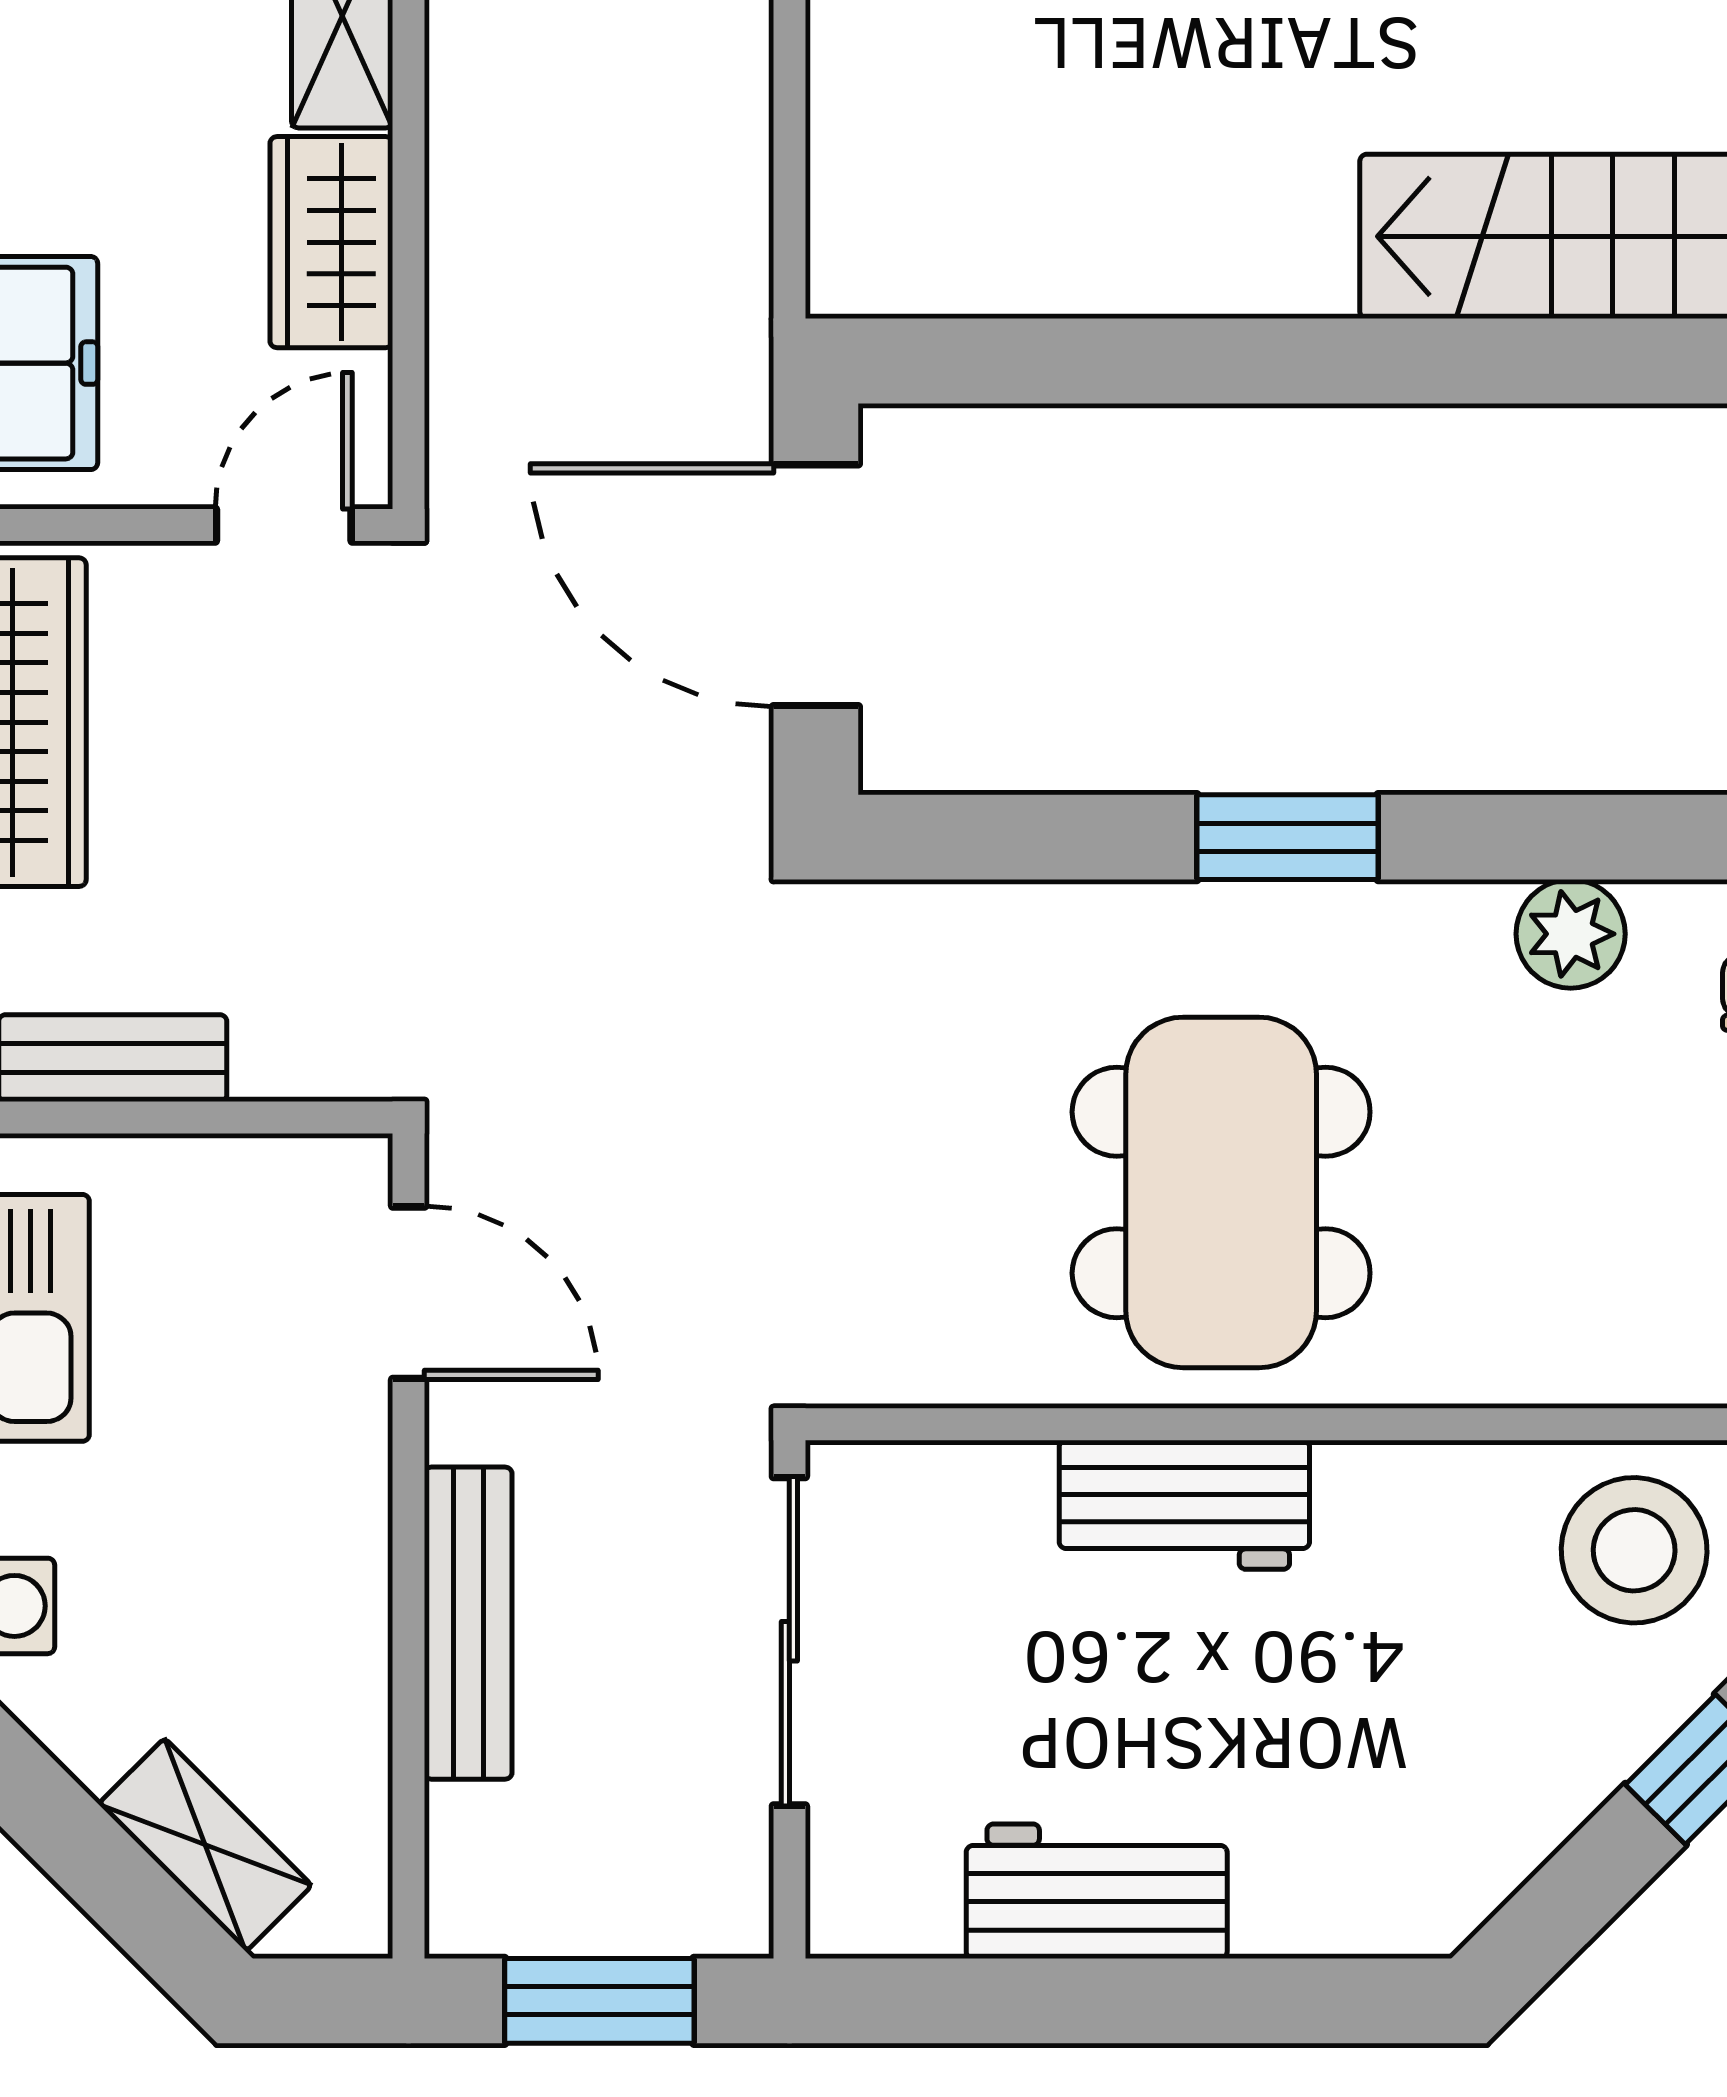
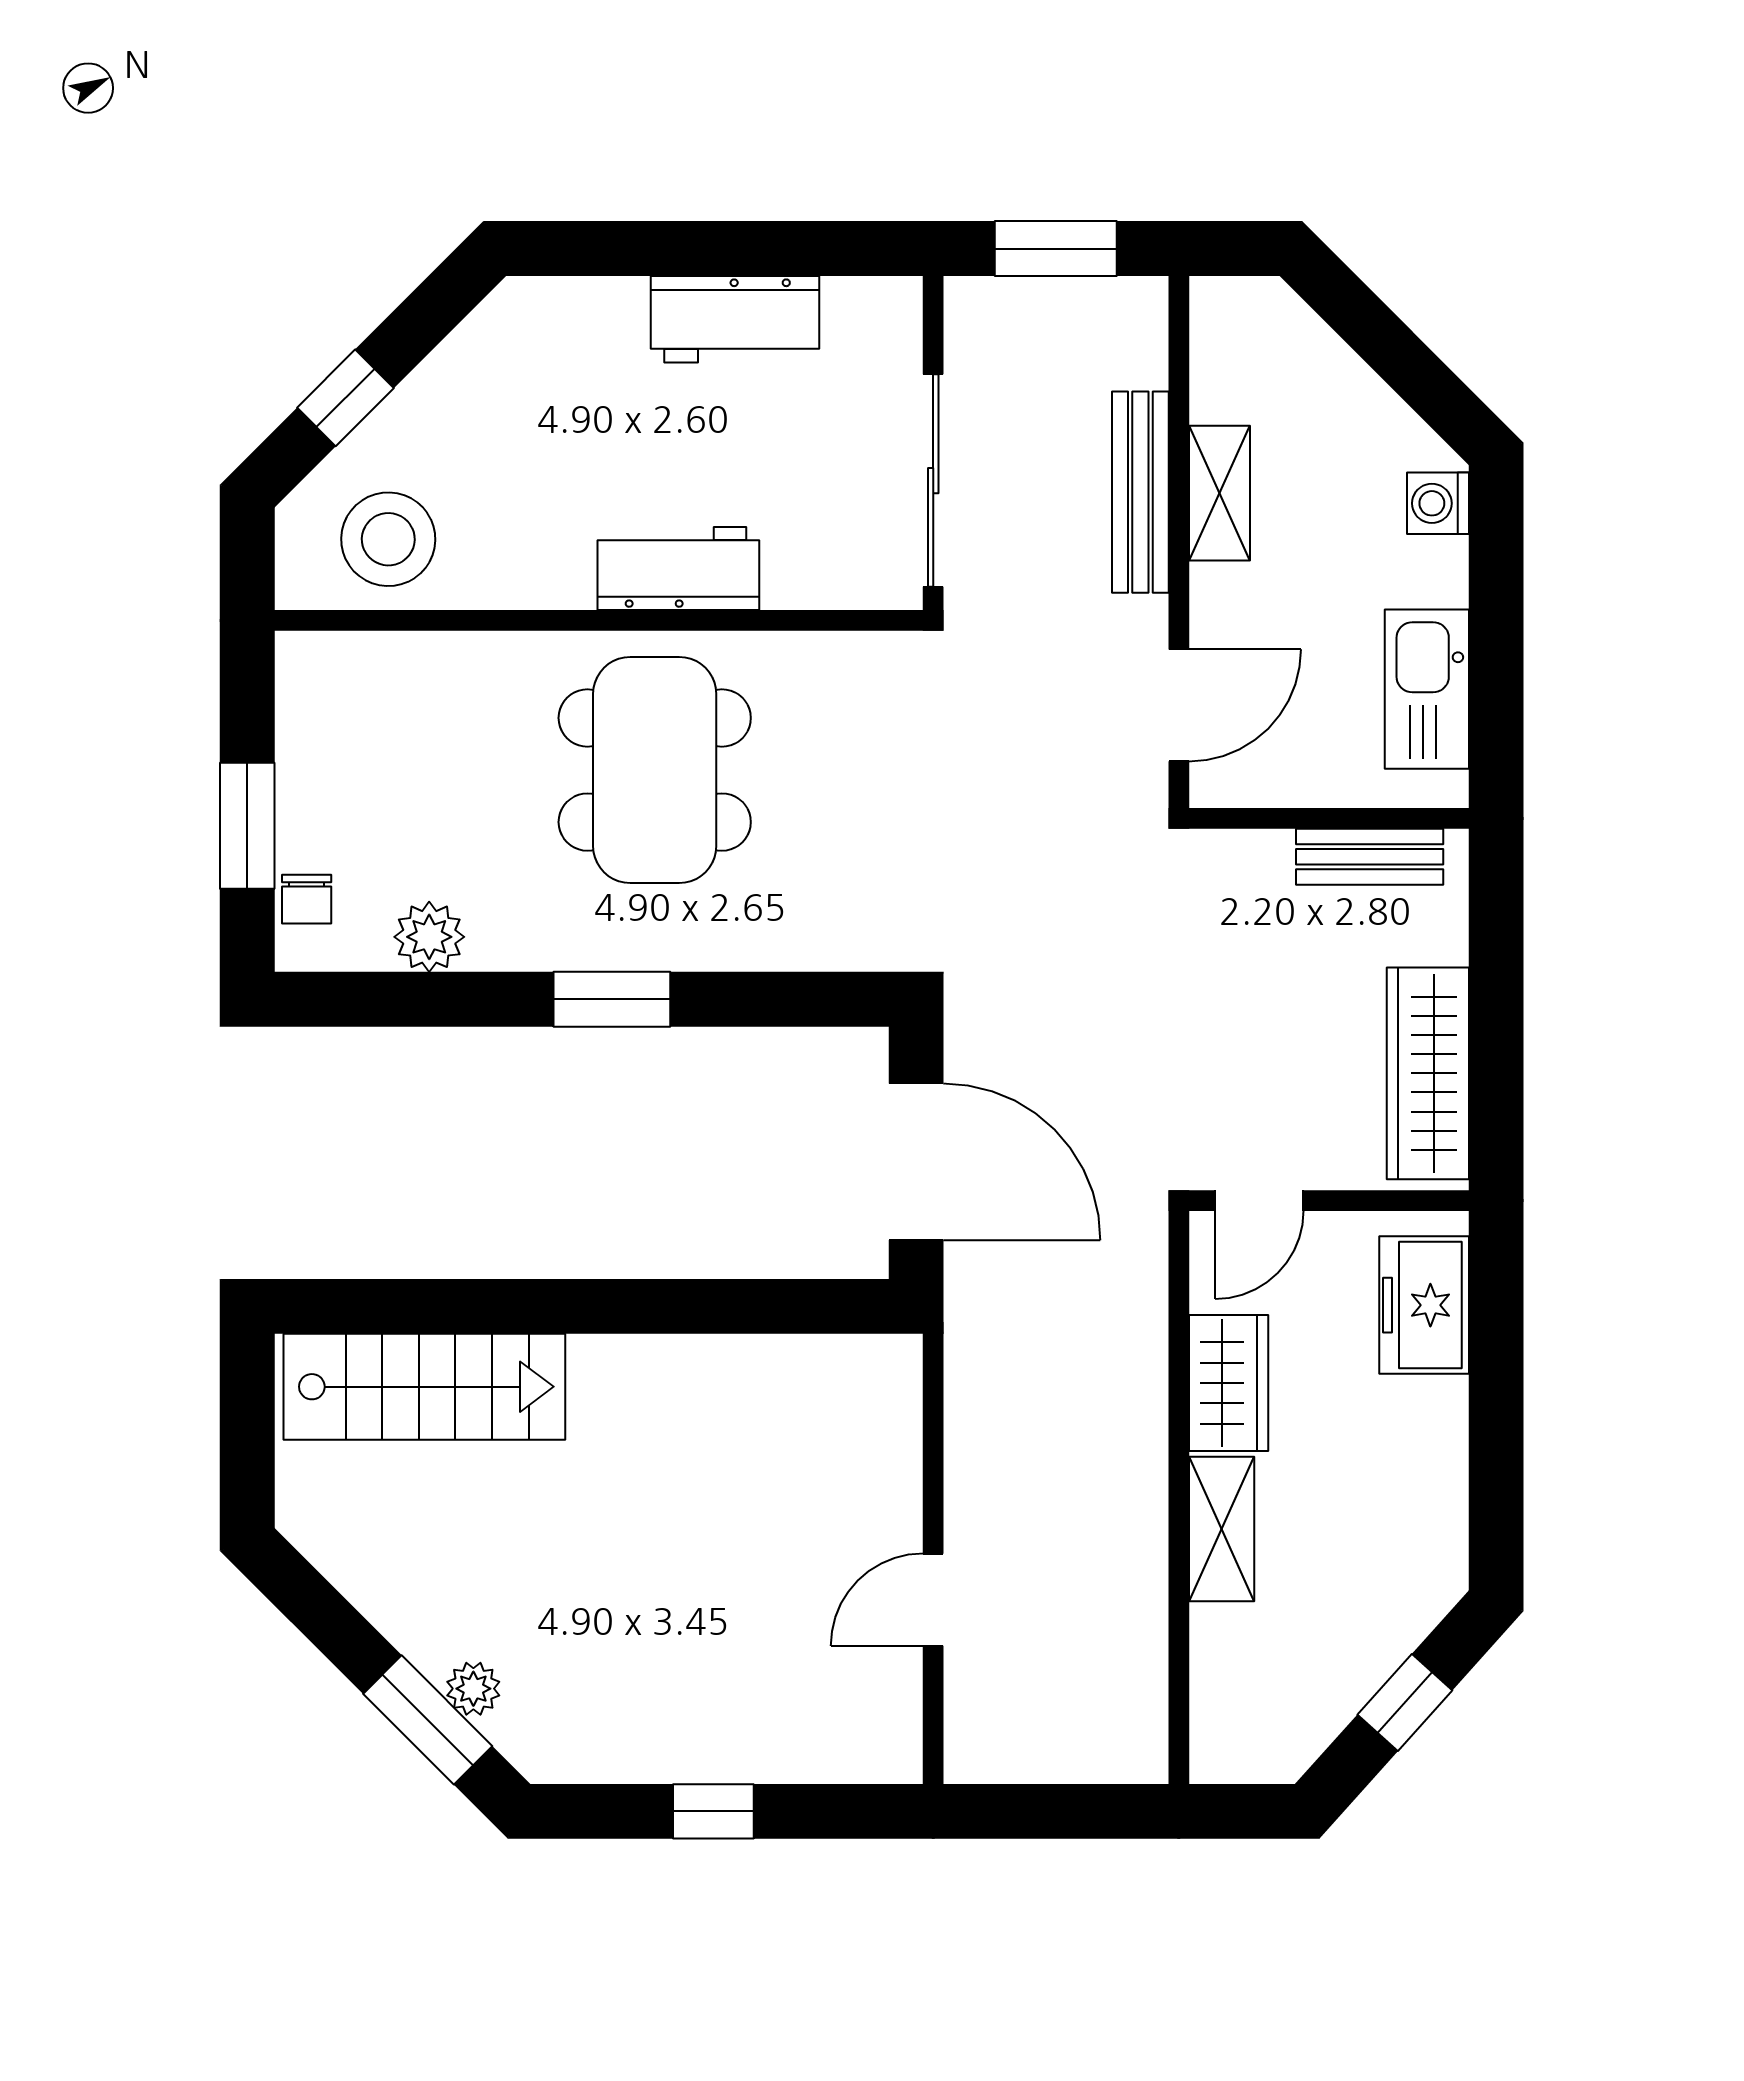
door: (409, 1293) -> (1179, 705), swing flipped
shelving: (205, 1845) -> (1219, 493), moved, turned 45

